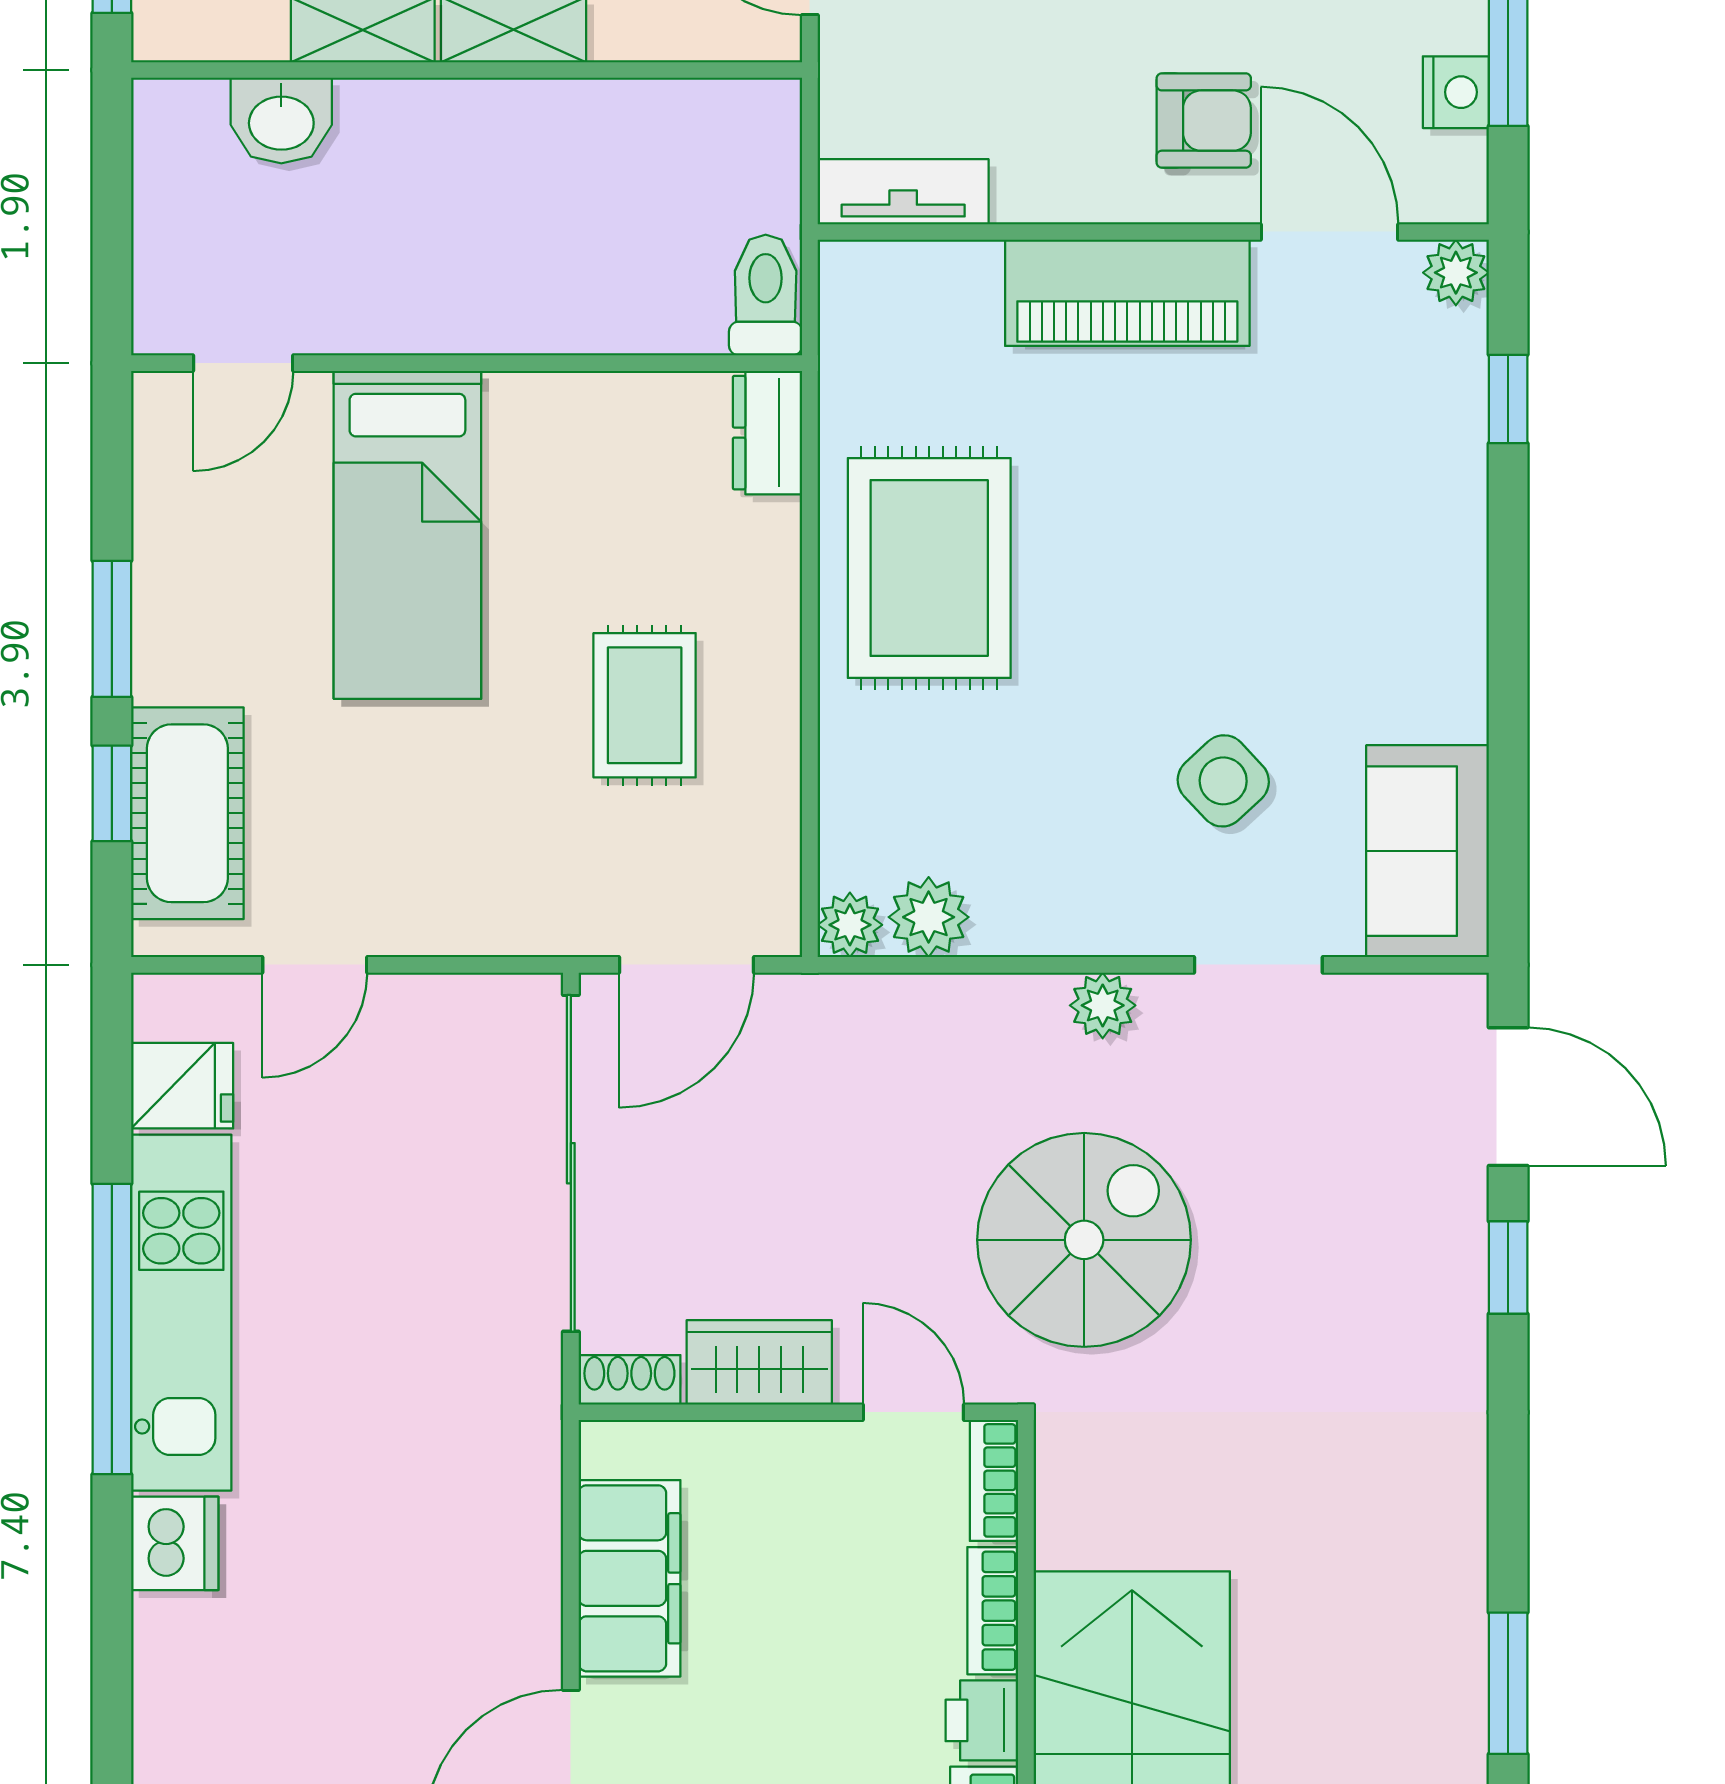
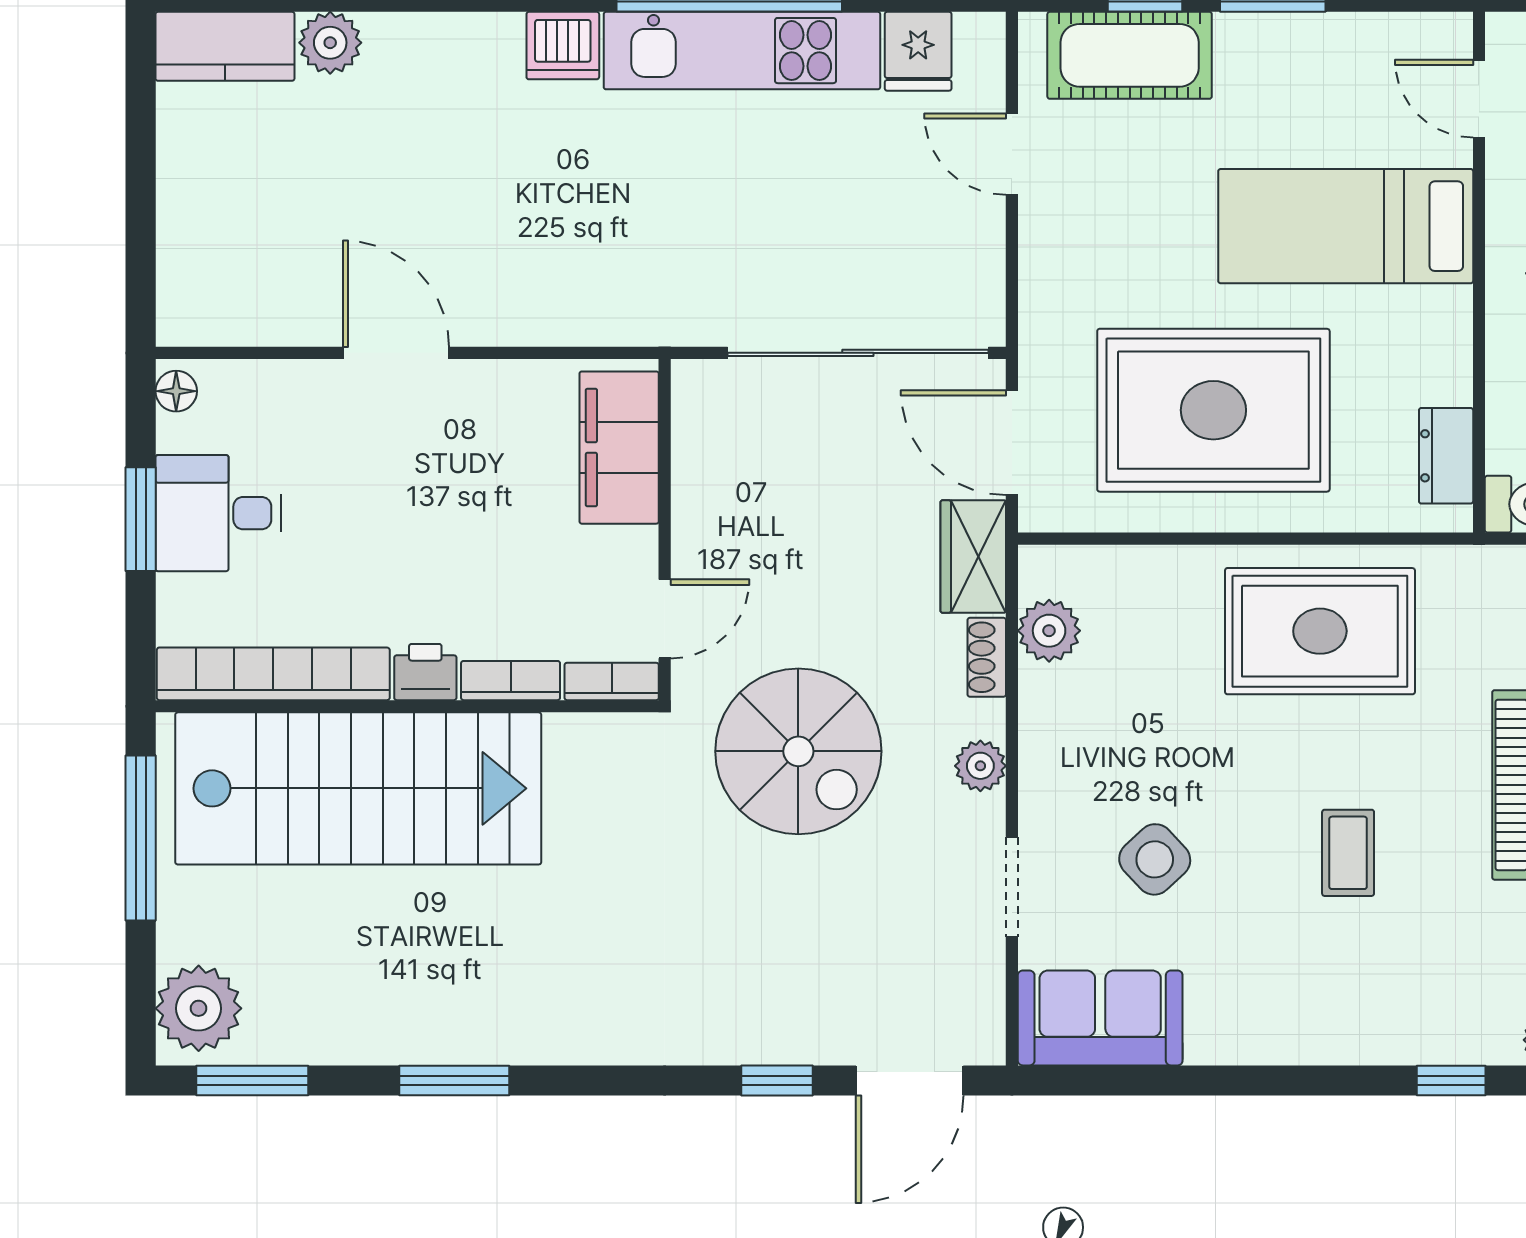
dresser: (767, 433) -> (1446, 456), moved, turned -90
coffee table: (1215, 532) -> (1348, 853), added
rug: (645, 705) -> (1213, 410), width x1.86, depth x2.06
plant: (850, 925) -> (1043, 570), removed
wardrobe: (759, 1362) -> (973, 557), moved, turned 180
shoe rack: (629, 1380) -> (987, 657), moved, turned 180
filing cabinet: (629, 1578) -> (619, 448), moved, turned 90

